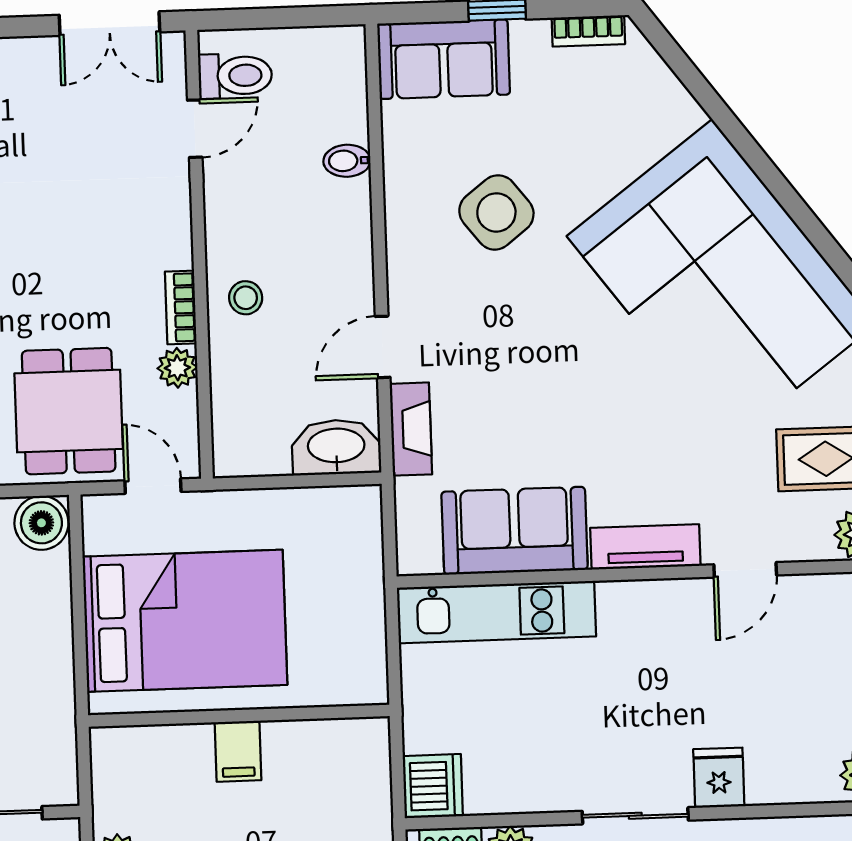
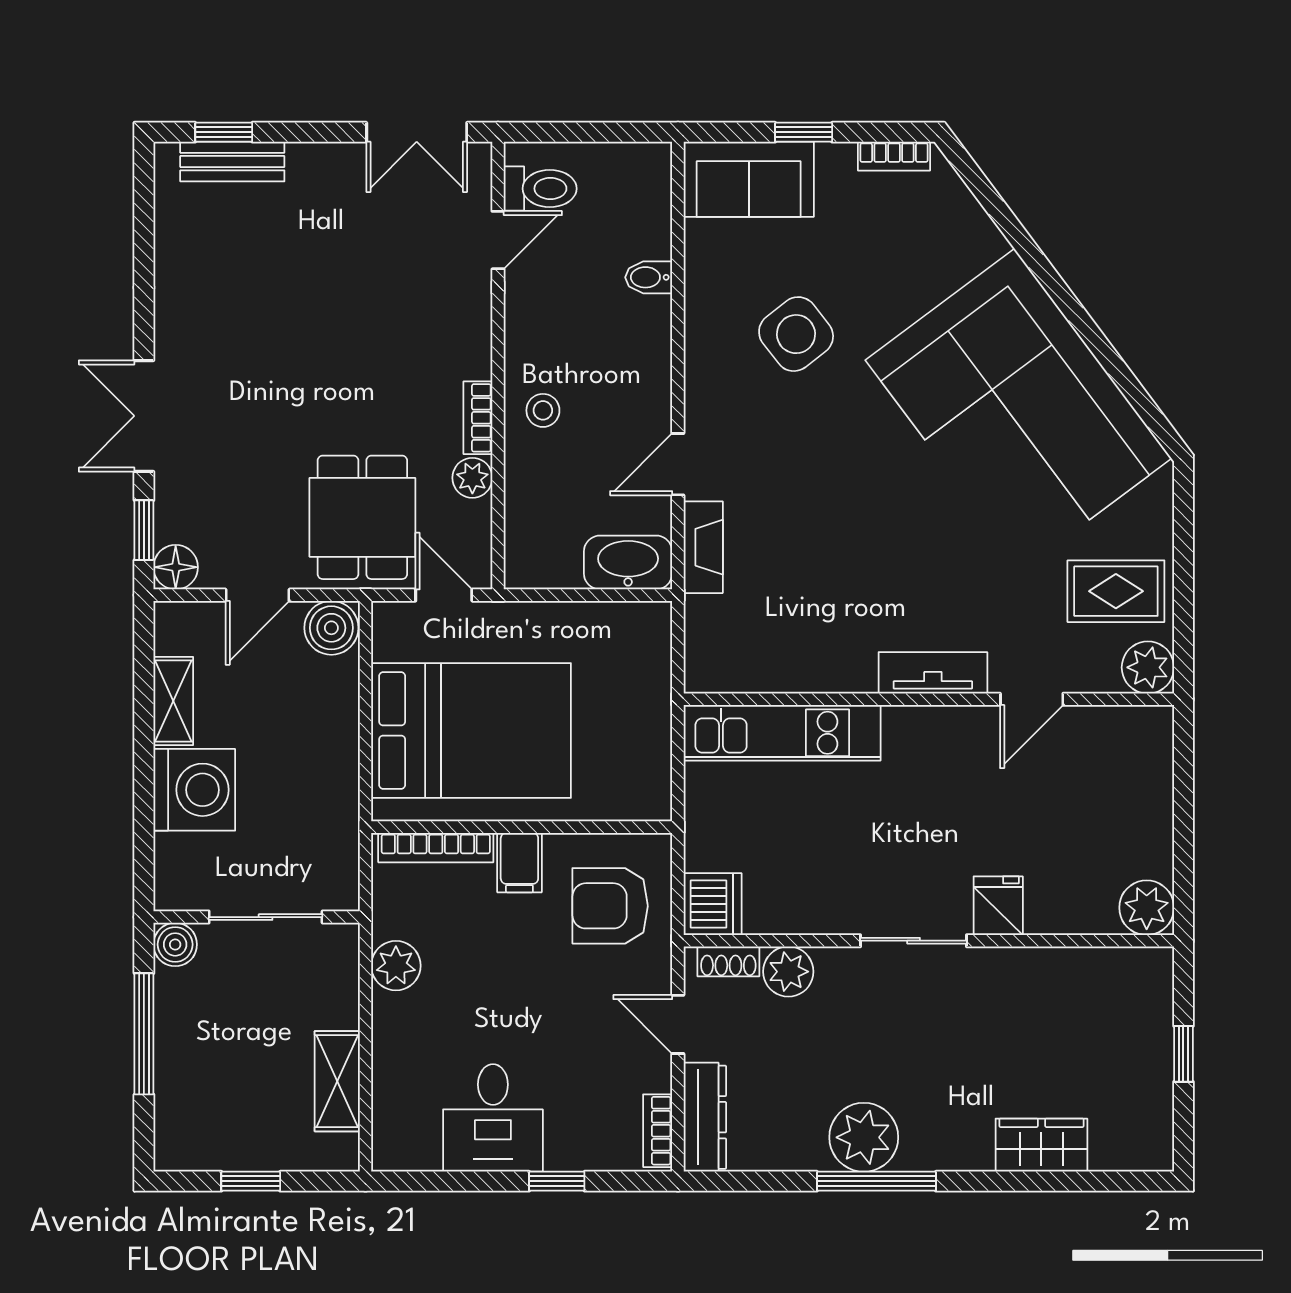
sofa: (515, 531) -> (803, 652), removed
bookcase: (154, 739) -> (436, 848), added
armchair: (330, 791) -> (610, 906), added

